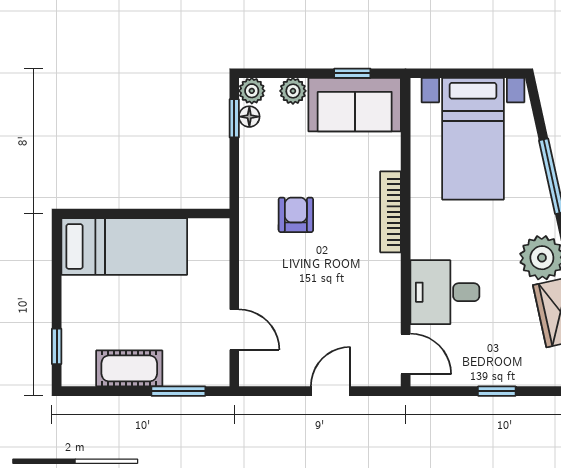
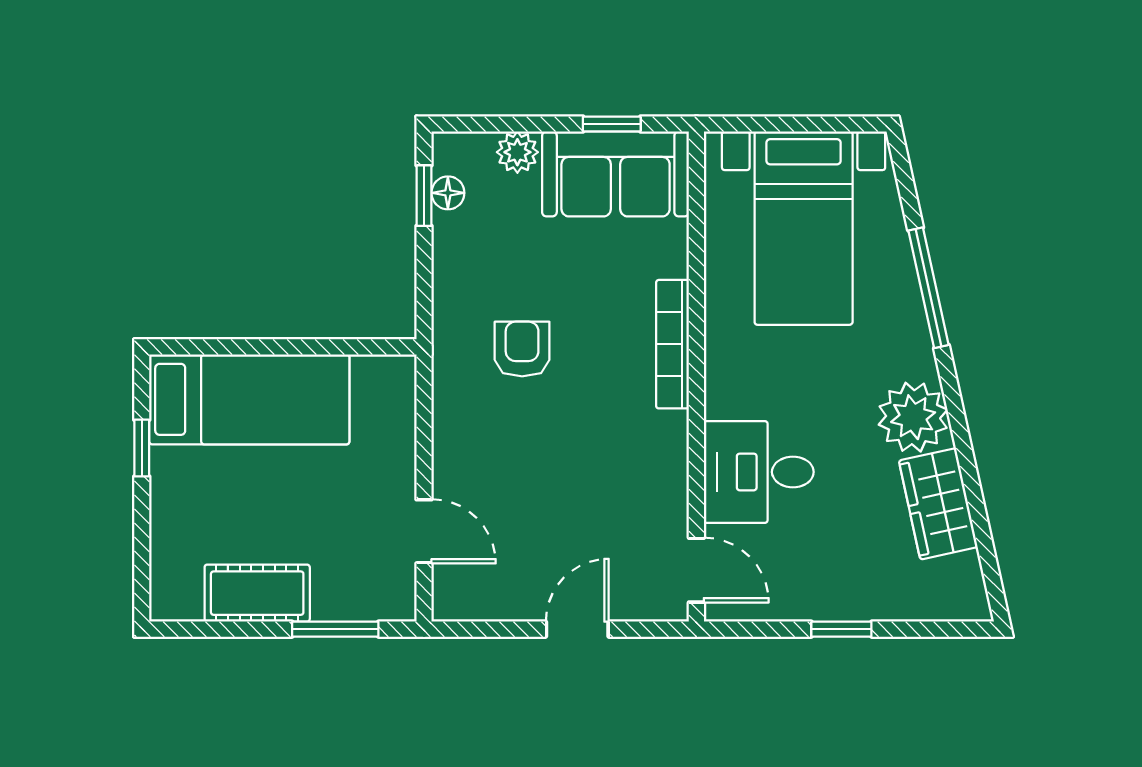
plant: (252, 91) -> (452, 152), removed
window: (57, 346) -> (142, 448), moved

